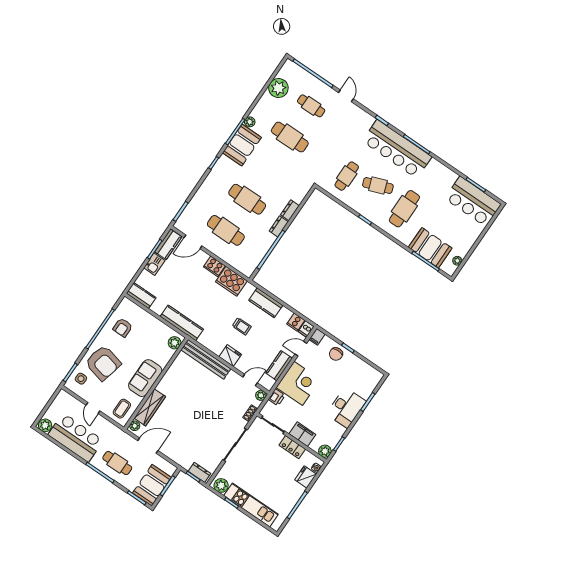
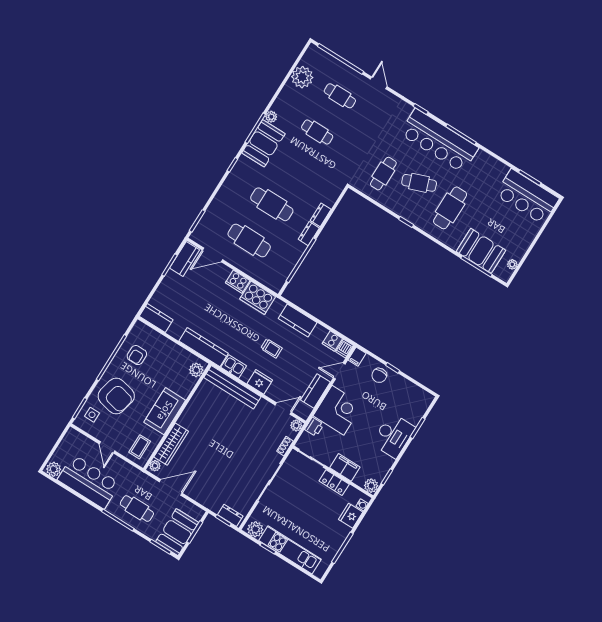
cafe table: (290, 137) -> (317, 132), width x0.73, depth x0.74
kitchen sink: (154, 264) -> (234, 367), moved, turned -90

